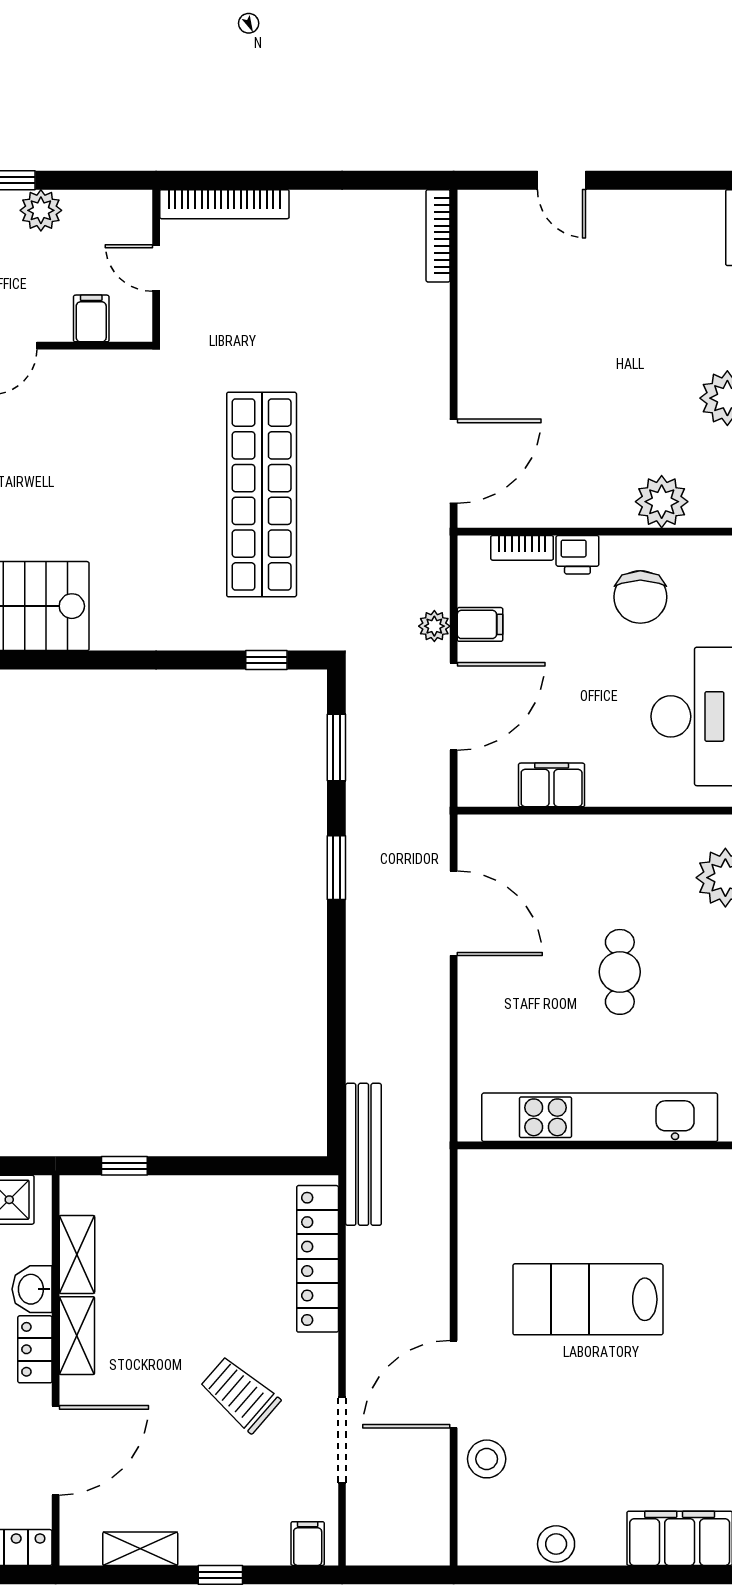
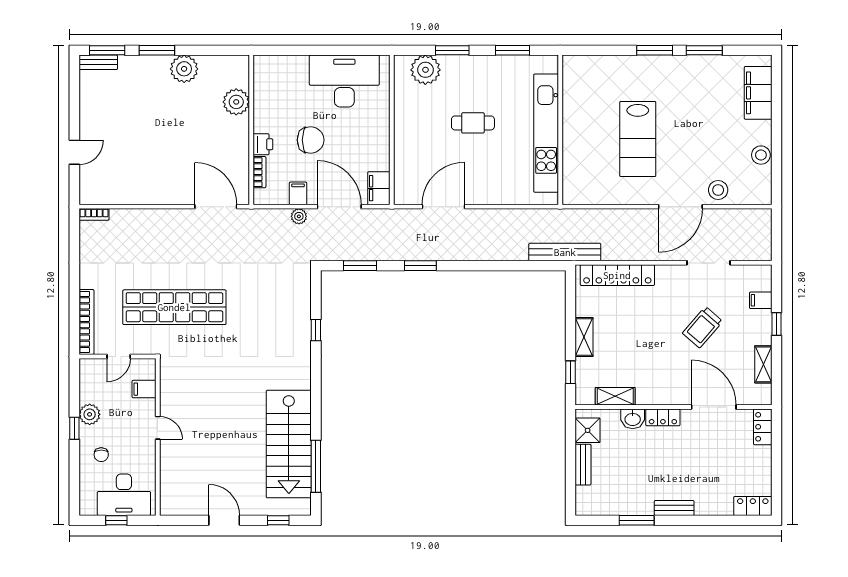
bookcase: (438, 236) -> (94, 214), width x0.64
shop shelf: (262, 494) -> (174, 307), moved
chair: (640, 597) -> (311, 140), moved
window: (266, 660) -> (316, 330), moved
filing cabinet: (552, 785) -> (379, 188), moved
shelving: (77, 1336) -> (584, 337), moved, turned 90
door: (454, 1384) -> (680, 207), hinge flipped
trolley: (240, 1394) -> (703, 327), moved
filing cabinet: (308, 1544) -> (761, 300), moved

